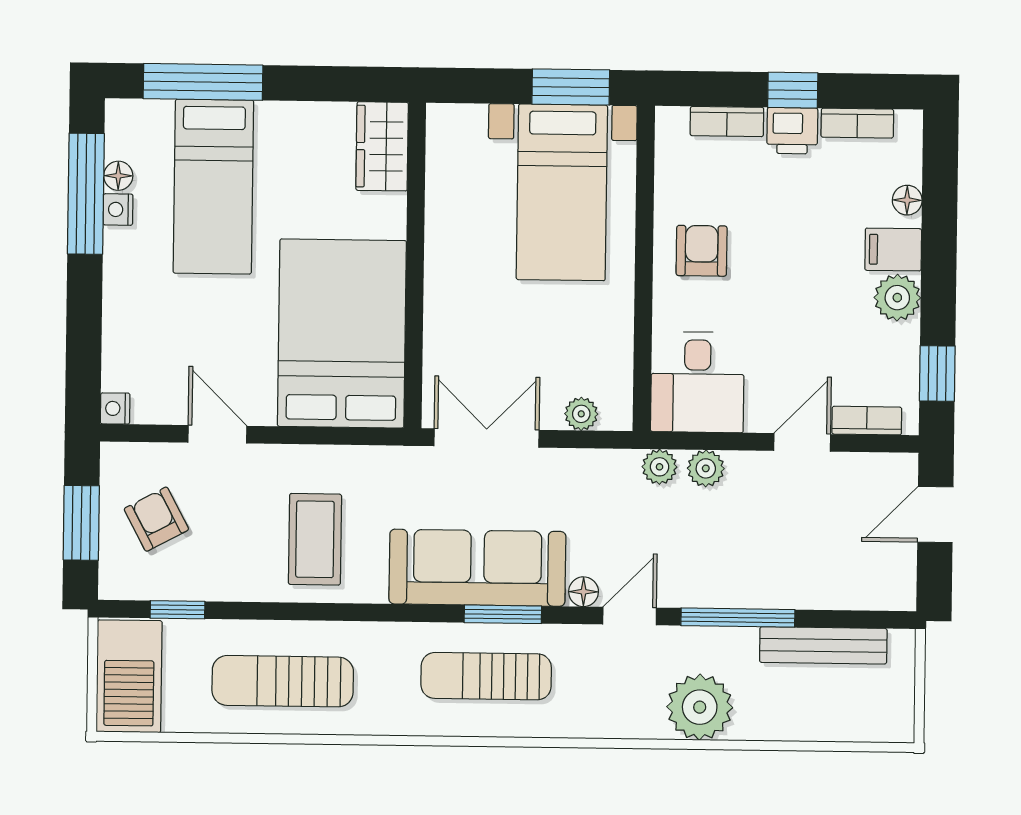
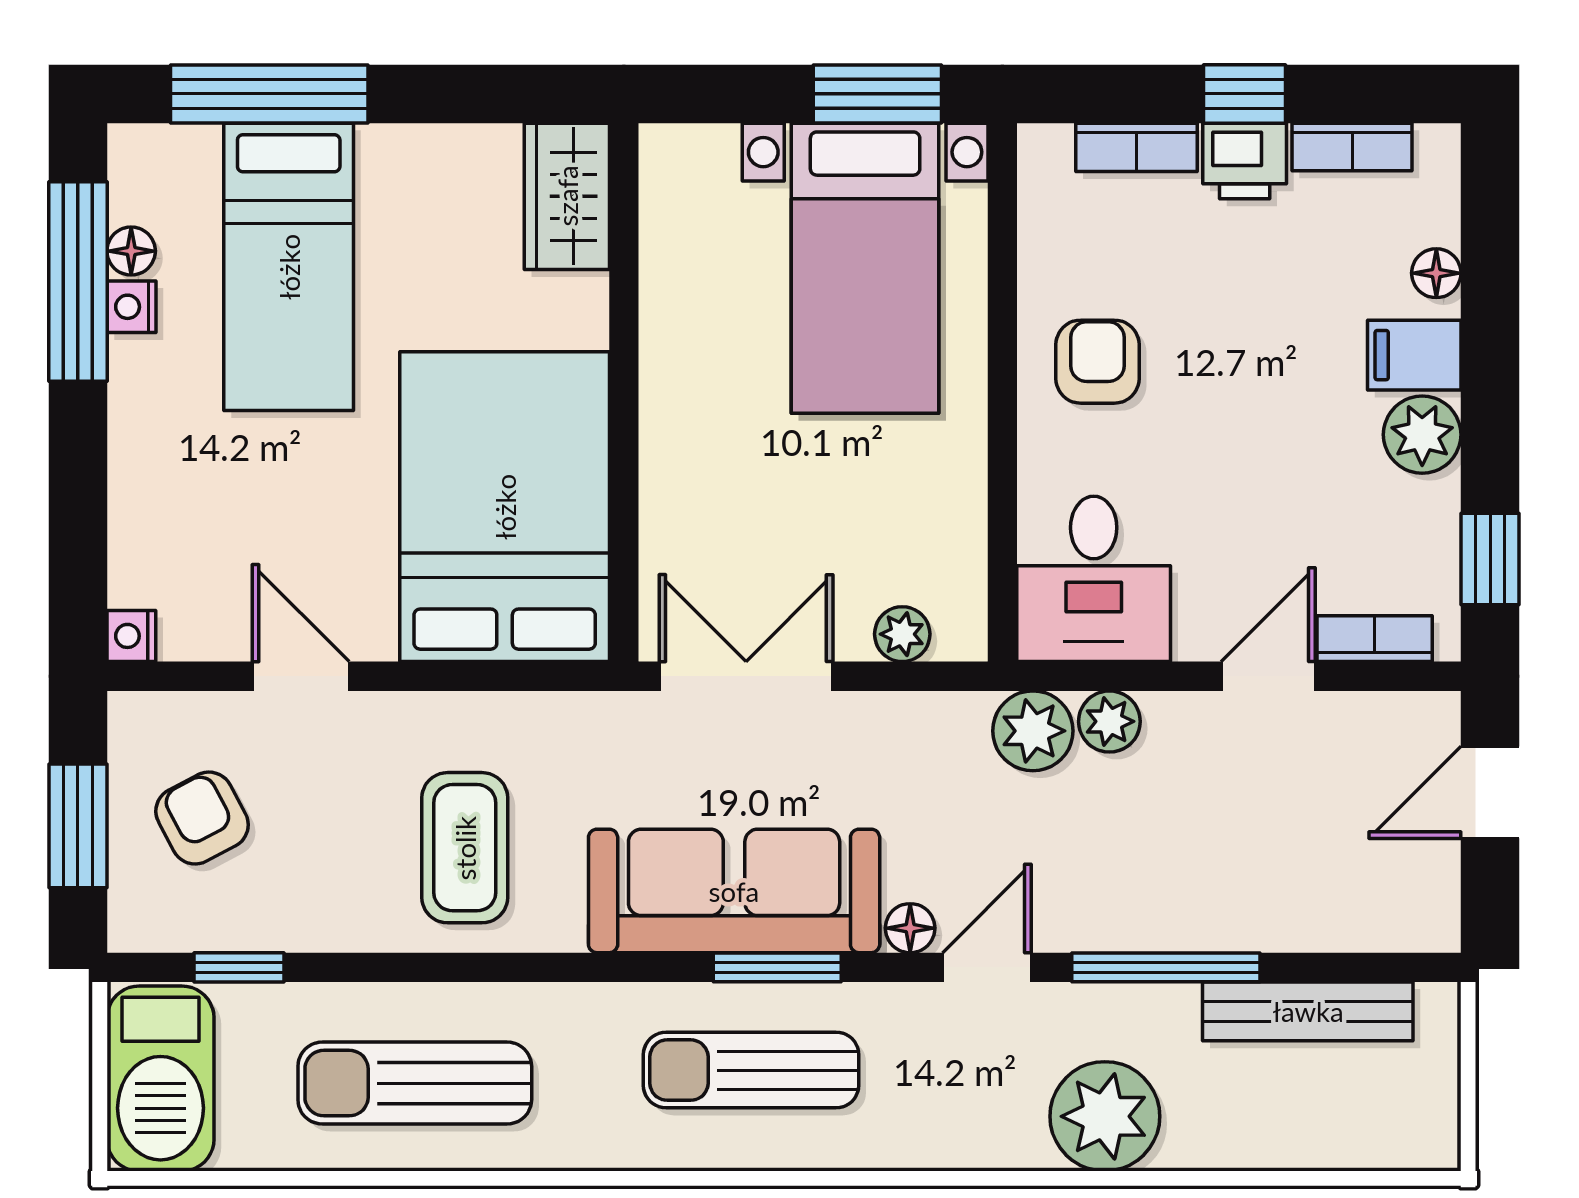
plant: (660, 467) -> (1033, 731), width x1.38, depth x1.38

